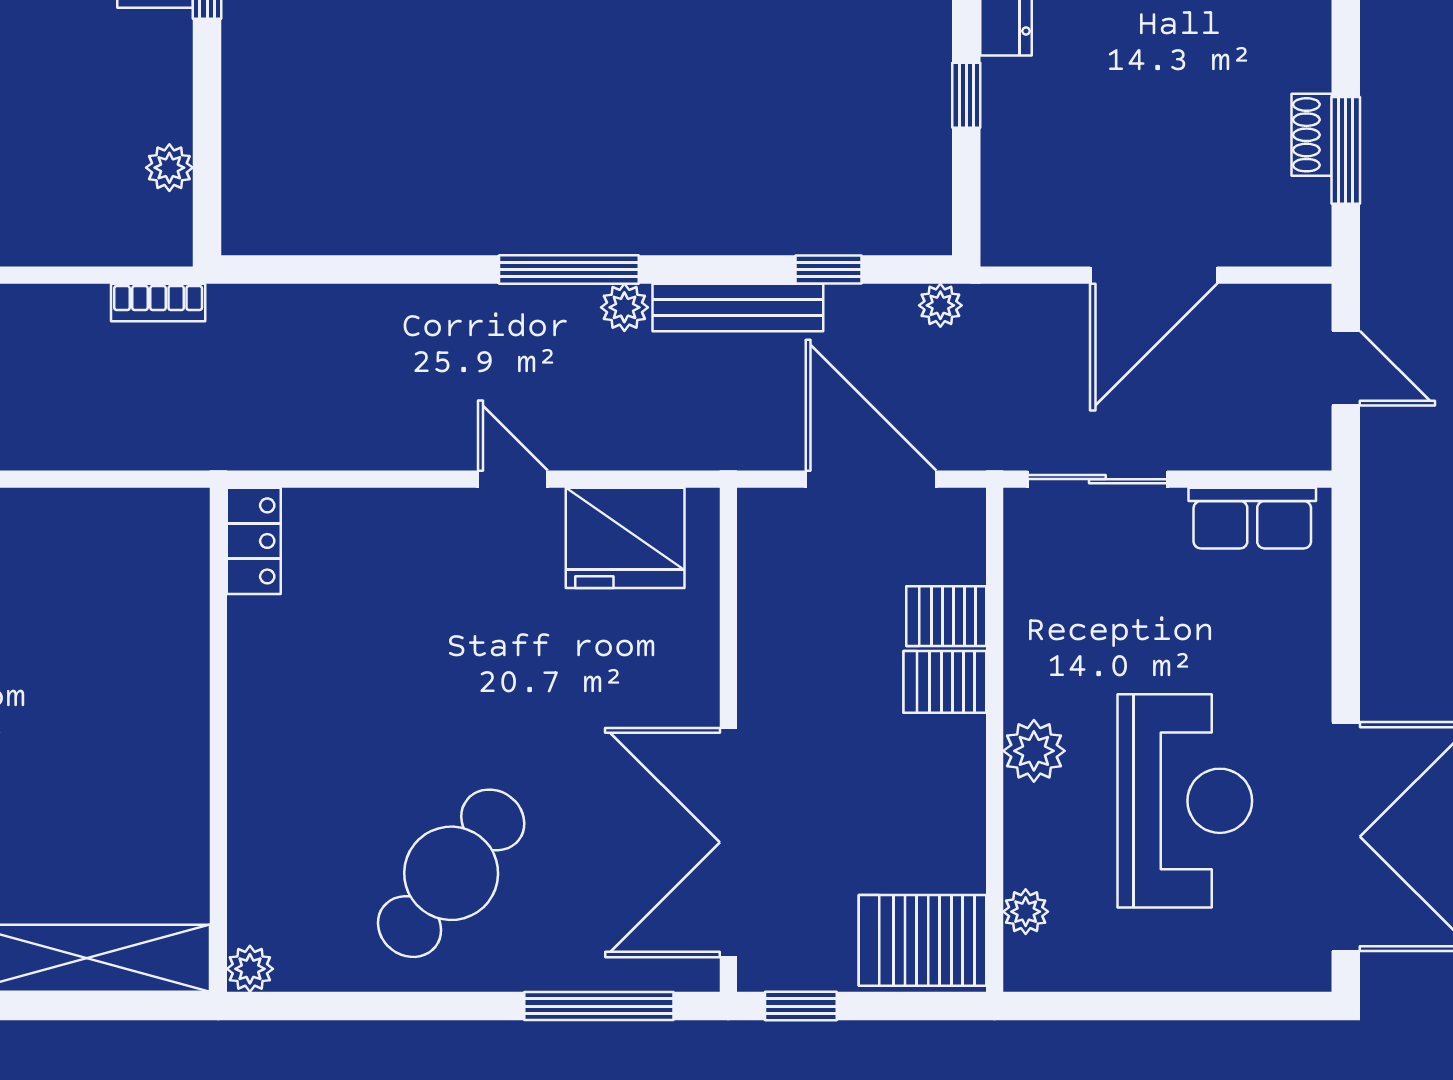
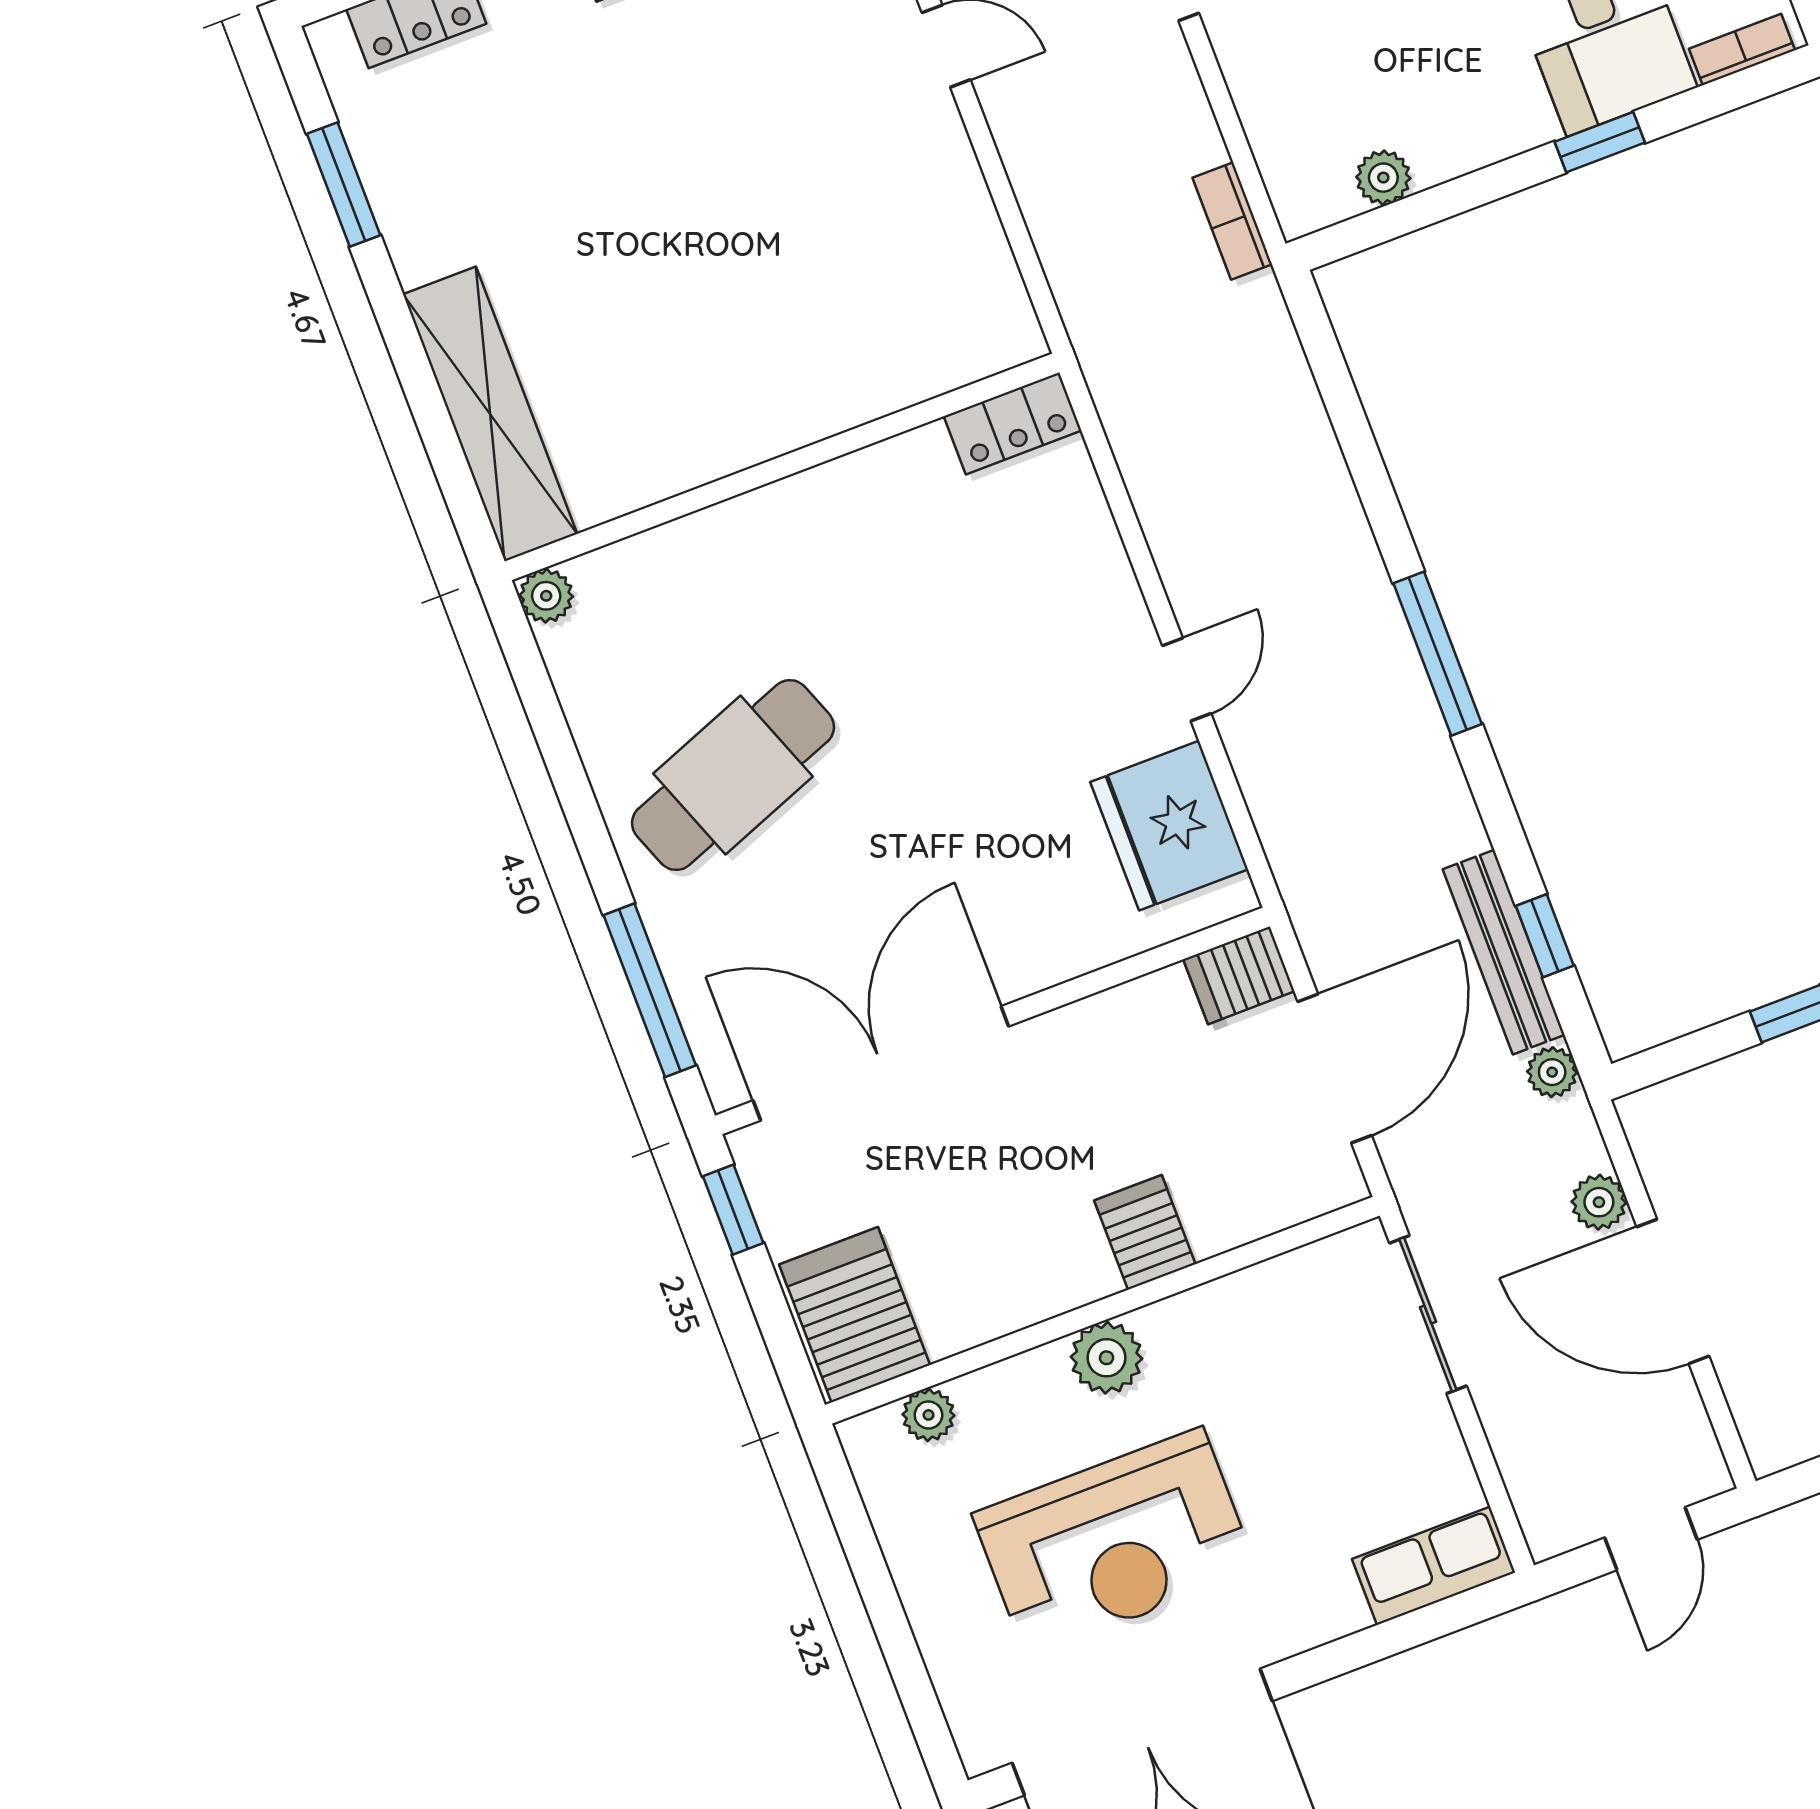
plant: (624, 307) -> (1599, 1202), moved
bench: (738, 308) -> (1504, 952), moved
row of seats: (1252, 518) -> (1434, 1566), moved, turned 90
server rack: (946, 616) -> (1239, 975), moved, turned -90
cafe table: (451, 873) -> (733, 775), turned -59

